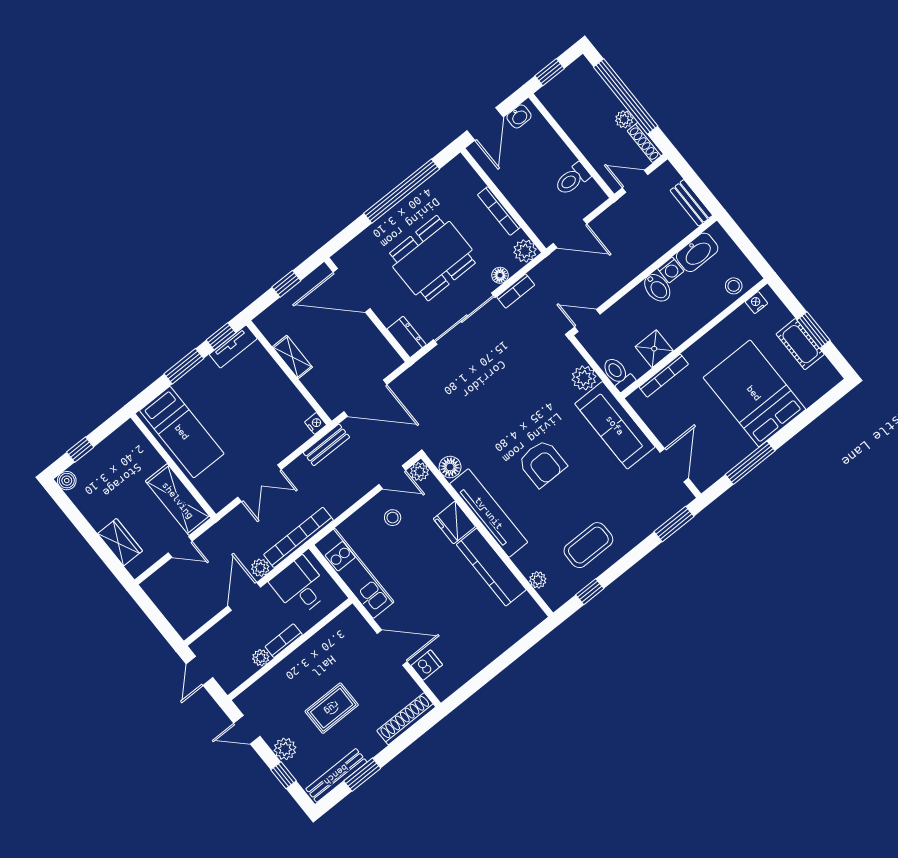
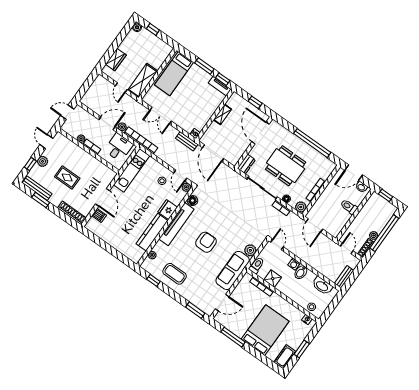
toilet: (572, 179) -> (349, 207), moved
washing machine: (671, 270) -> (294, 264), moved
cot: (800, 344) -> (285, 357), moved
armchair: (542, 463) -> (206, 242), turned 180

